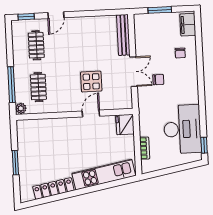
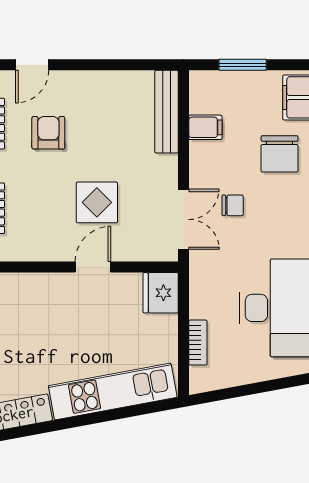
filing cabinet: (143, 42) -> (205, 127), added
armchair: (66, 48) -> (48, 133), added
chair: (180, 53) -> (280, 154), width x1.87, depth x1.87
double door: (134, 72) -> (183, 219), moved

